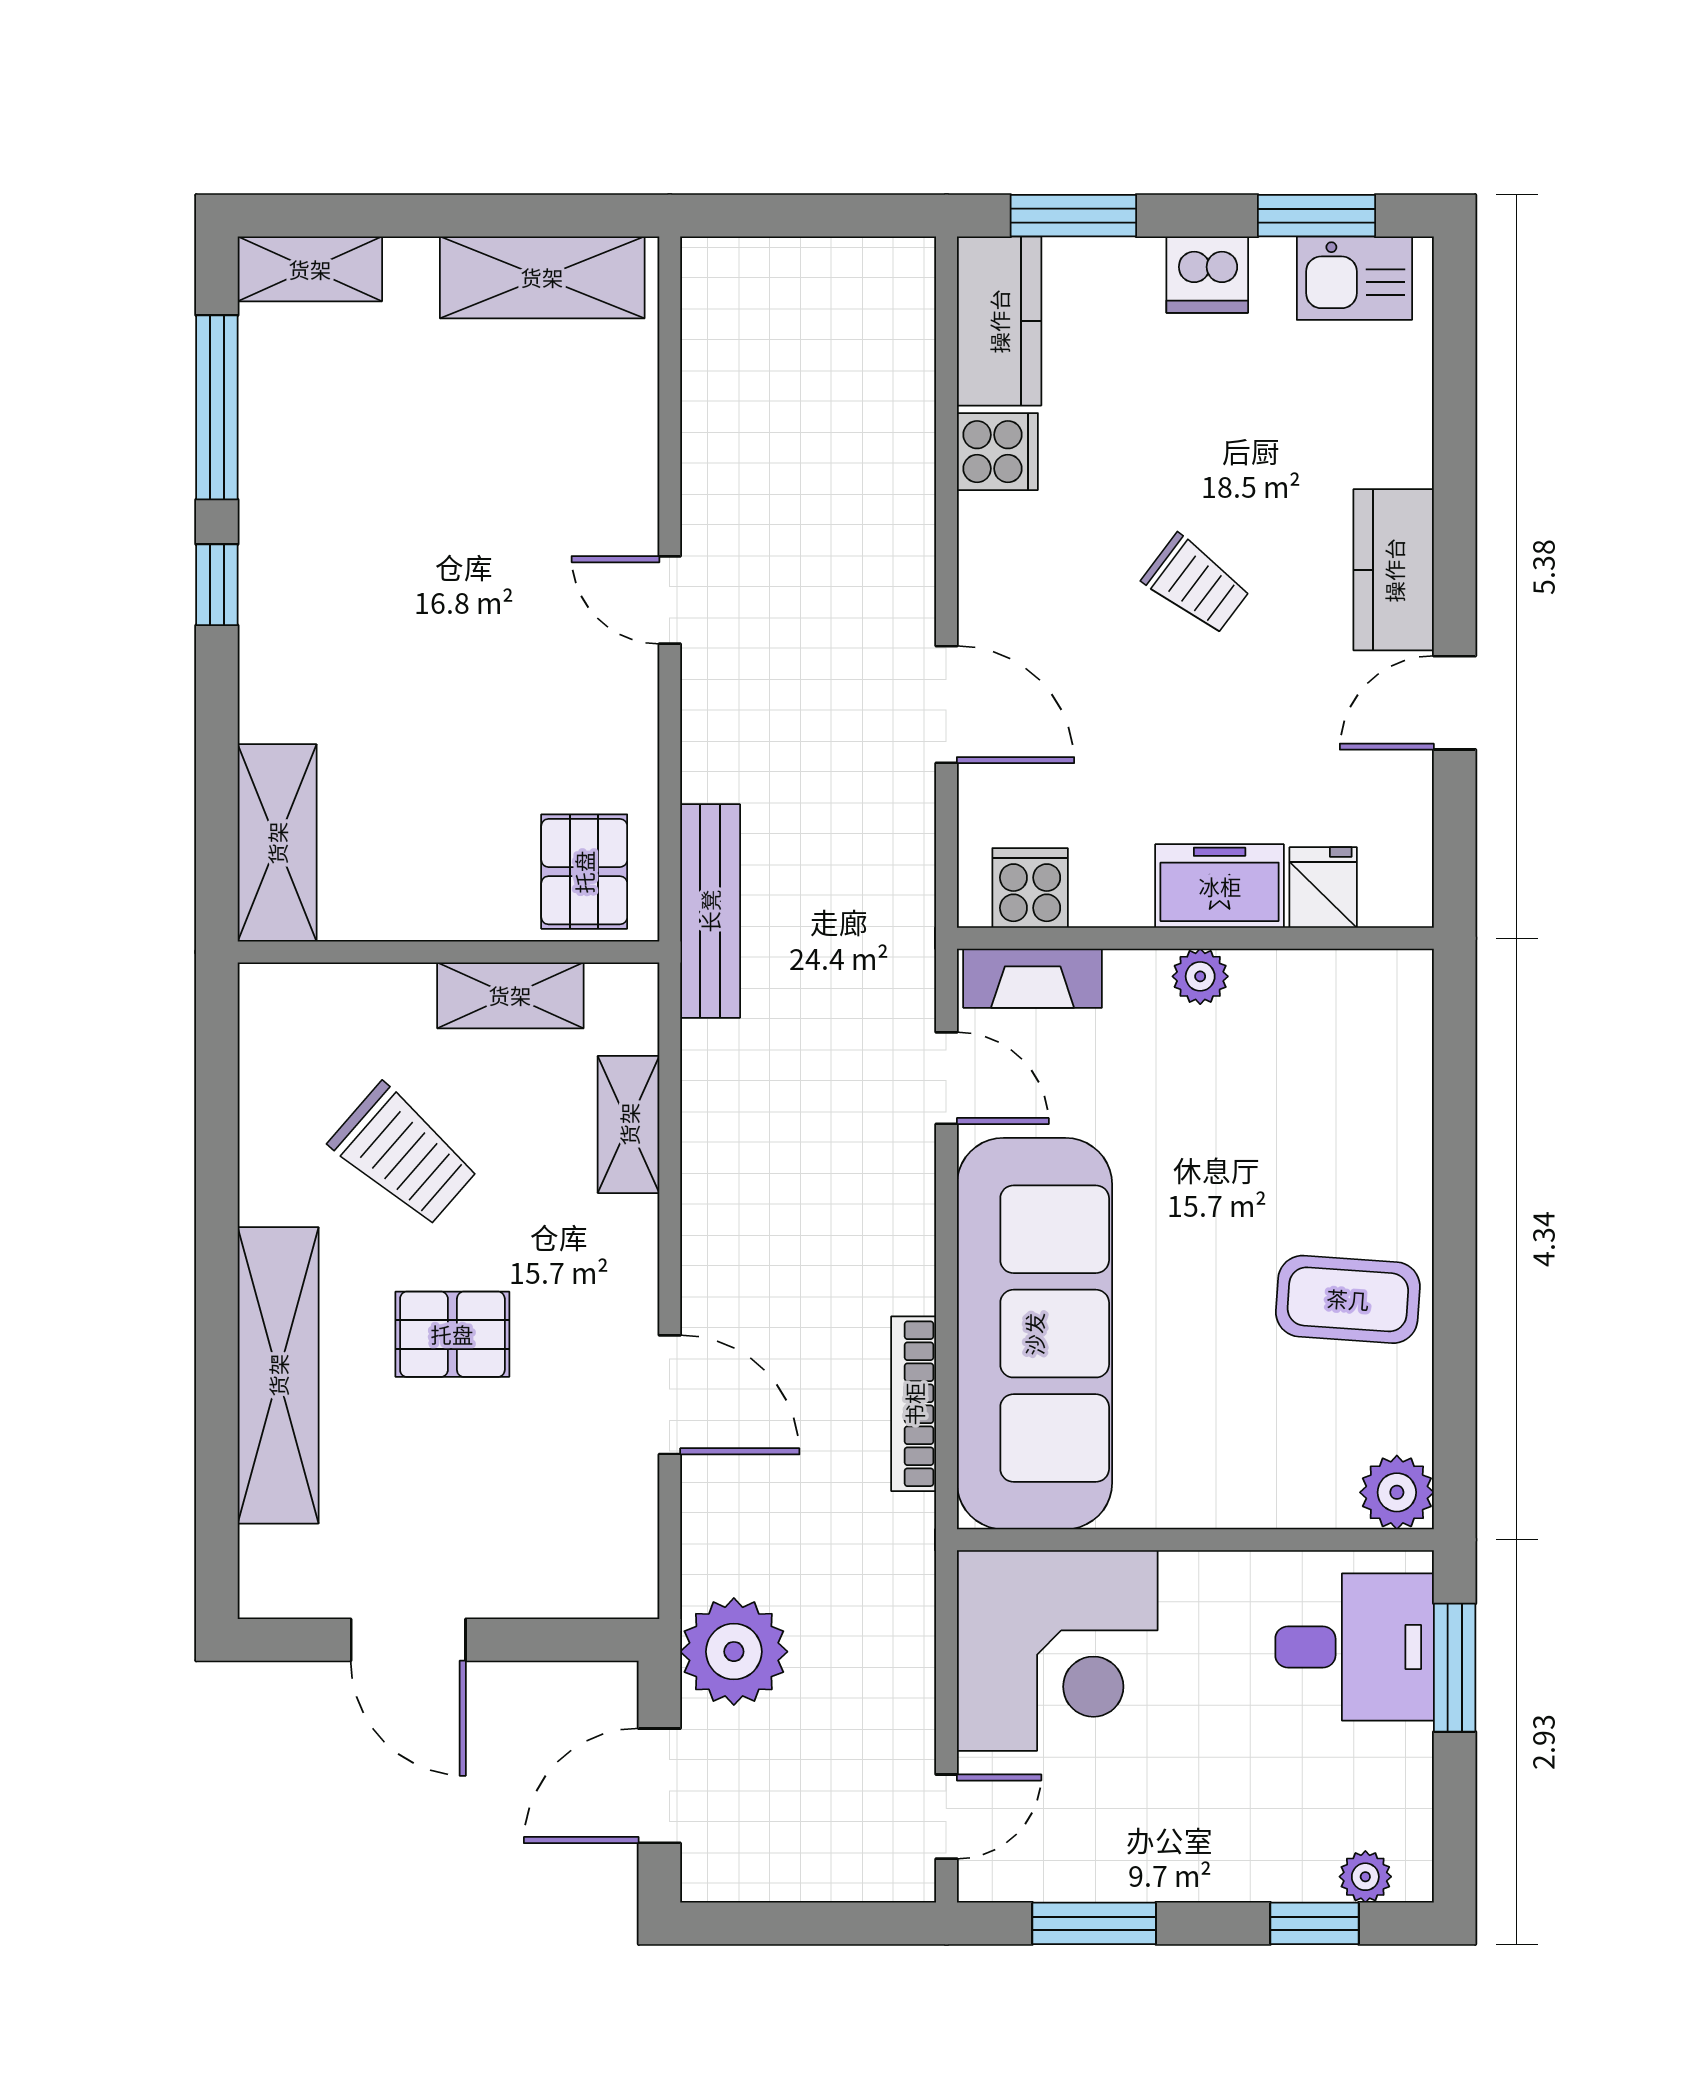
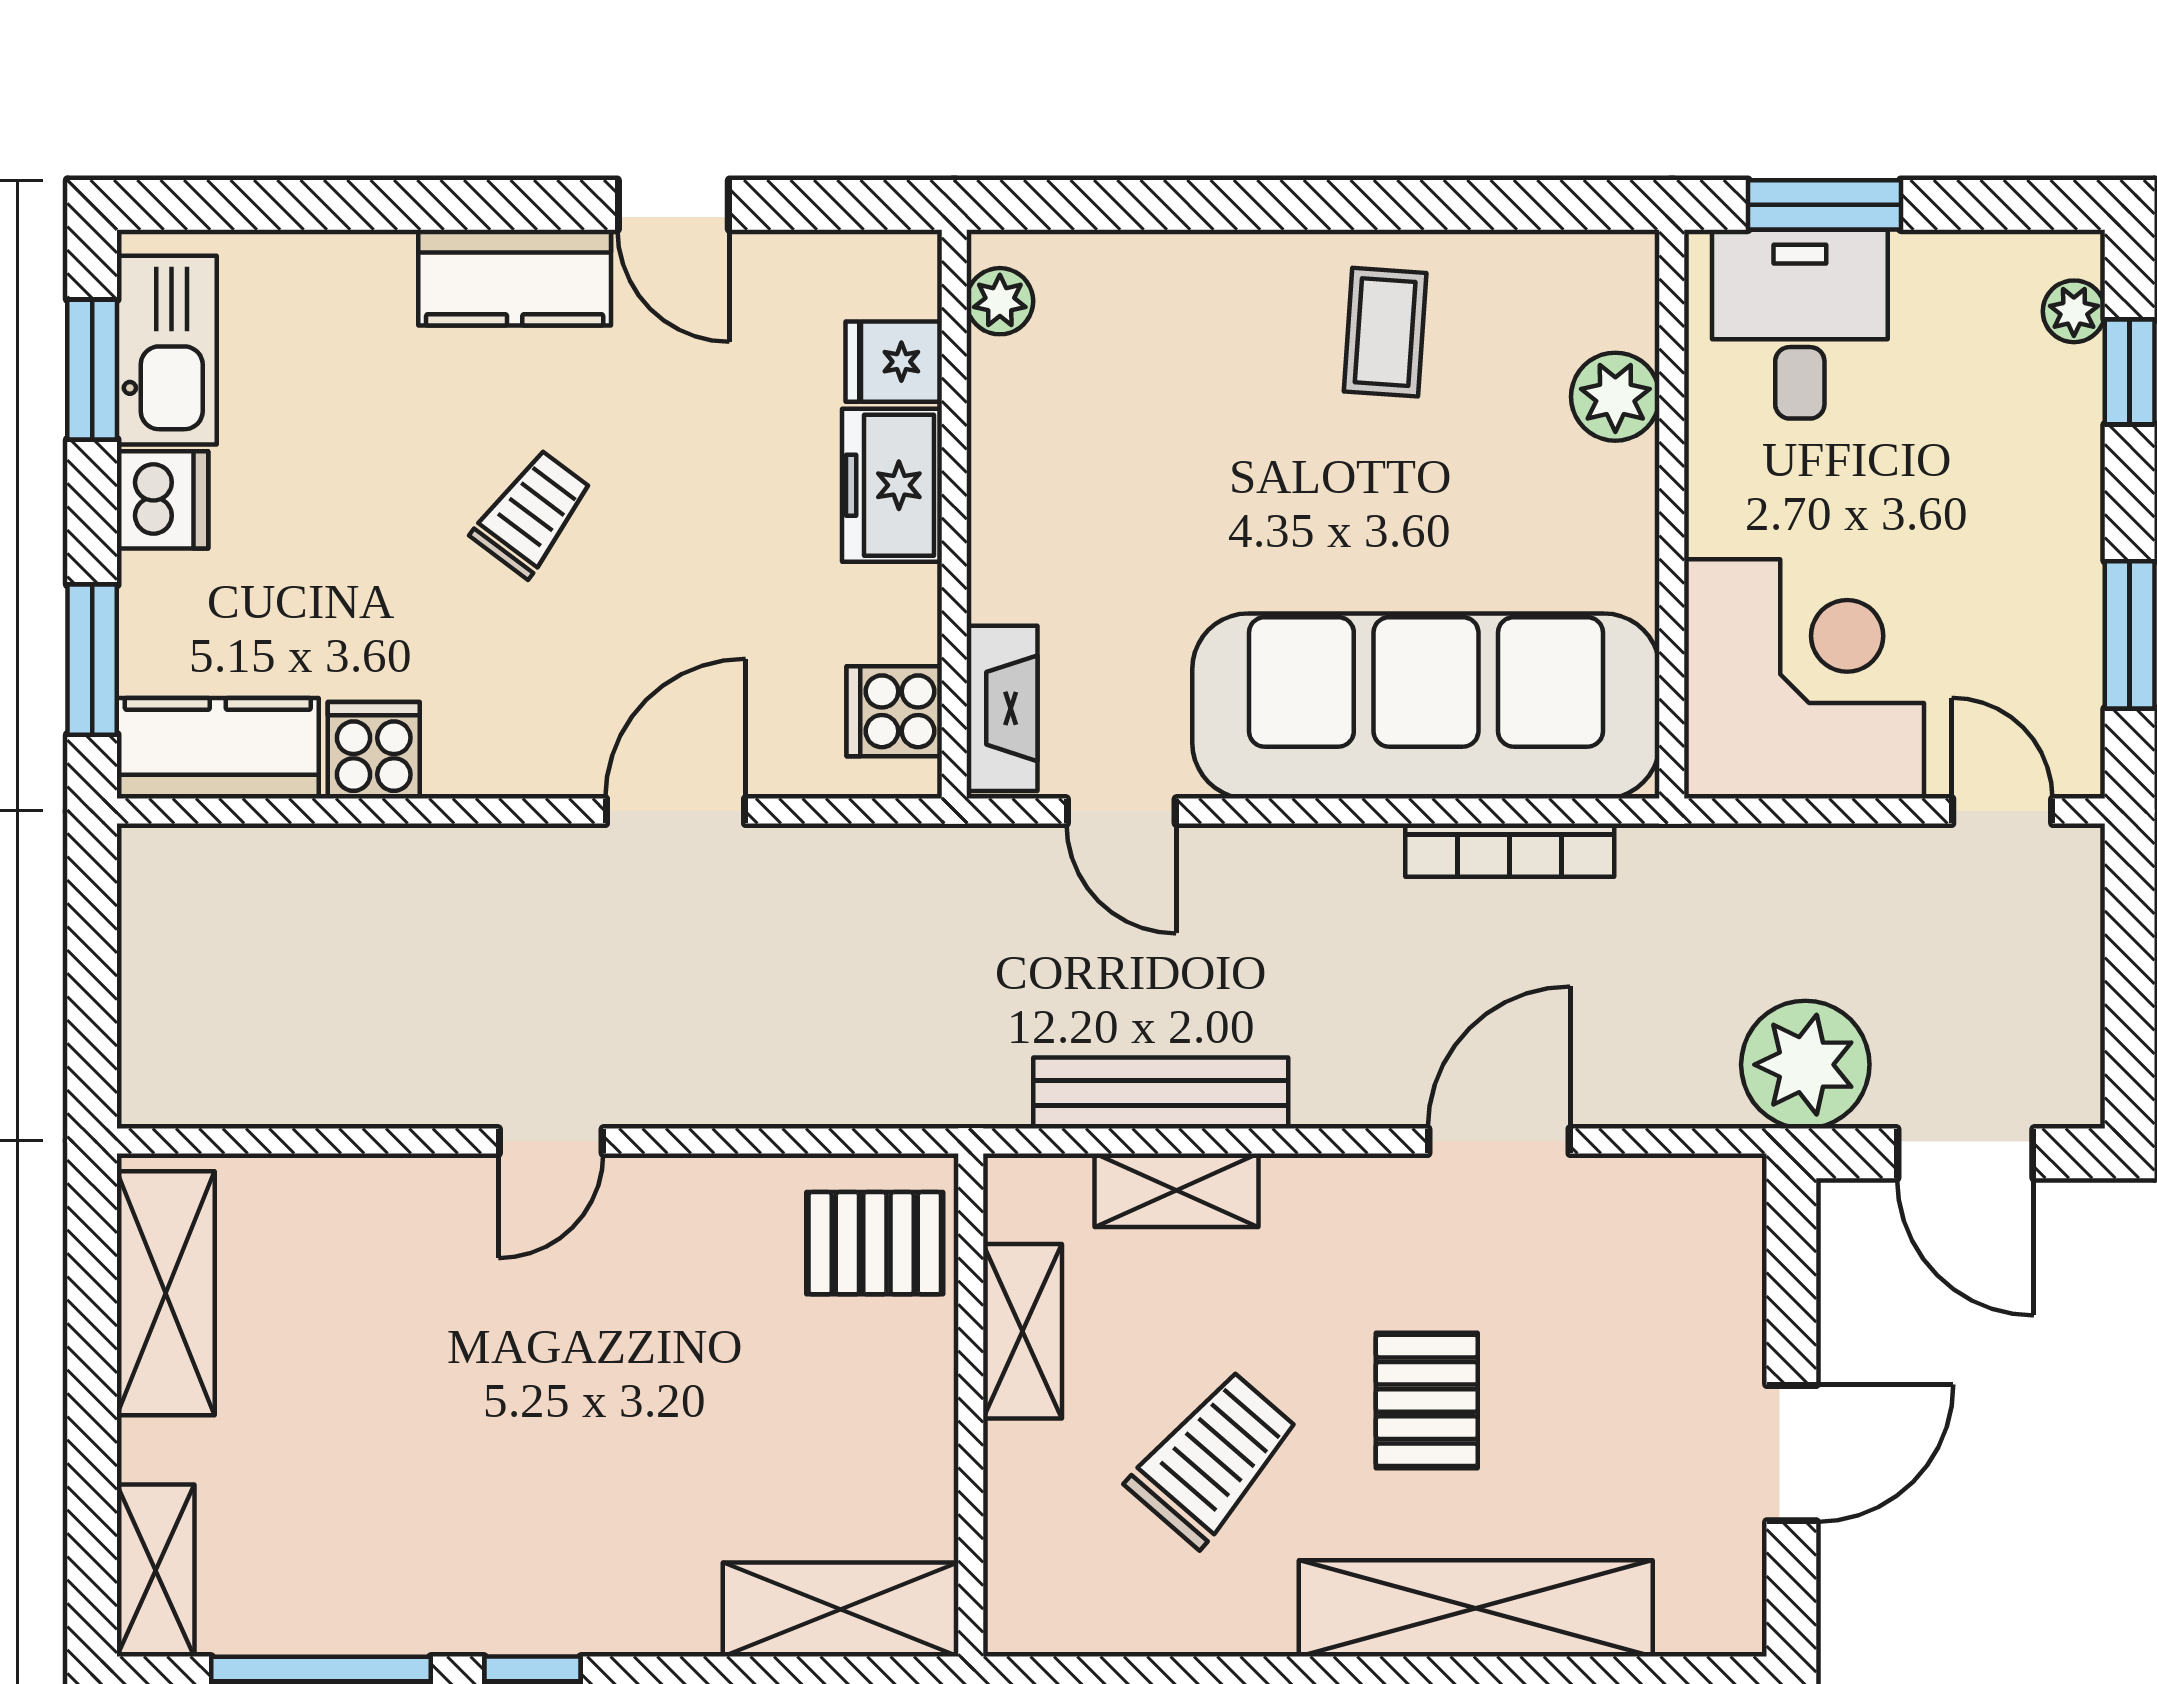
kitchen sink: (1354, 278) -> (167, 350), width x1.38
bench: (710, 911) -> (1161, 1093), moved
plant: (1200, 976) -> (1000, 301), moved
door: (946, 1078) -> (1121, 811), swing flipped
coffee table: (1348, 1299) -> (1385, 332), width x0.73, depth x0.77
plant: (1397, 1492) -> (1615, 397), moved

